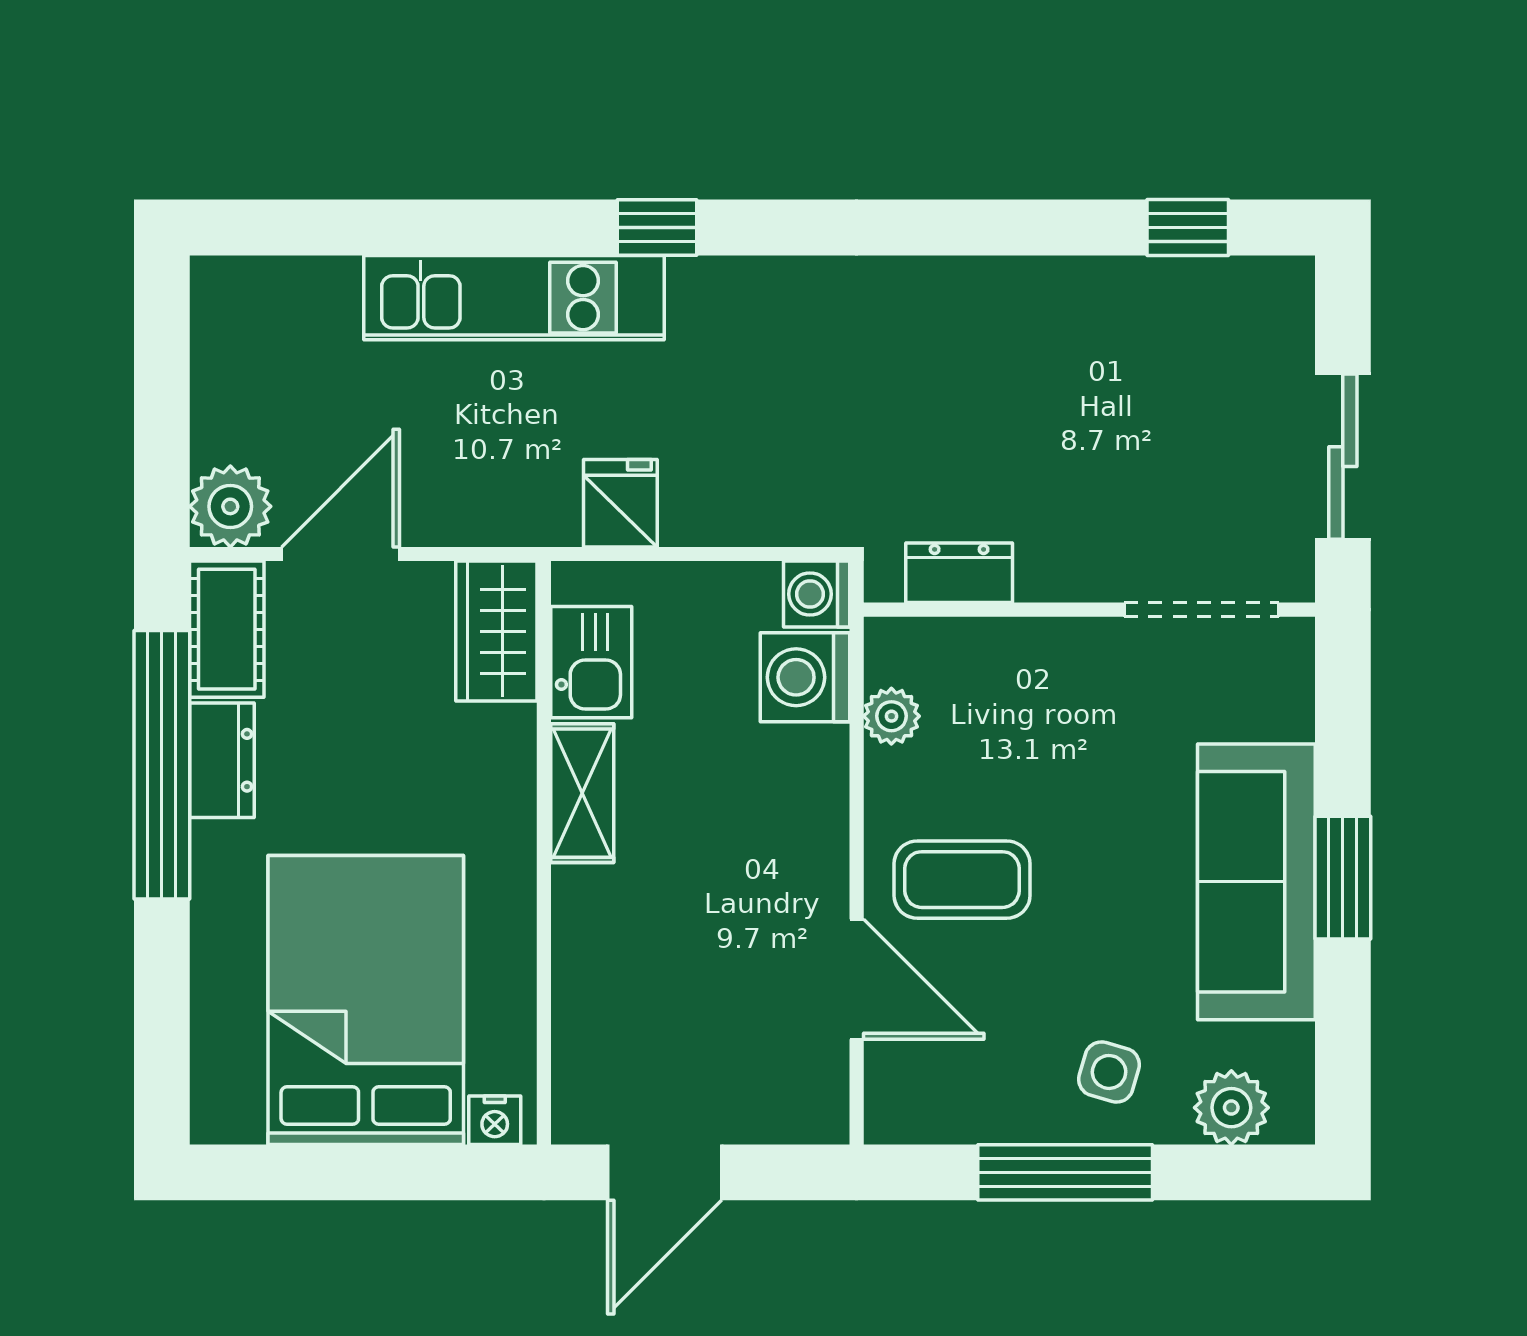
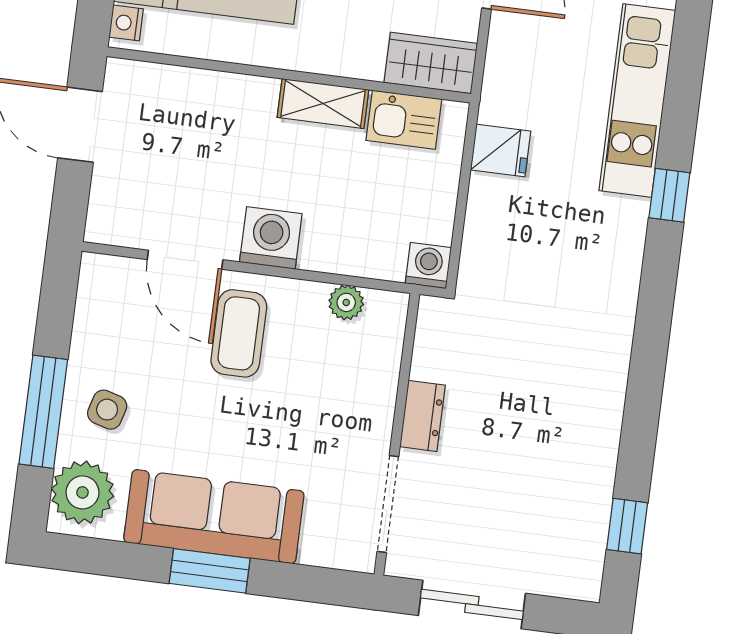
dresser: (959, 573) -> (423, 416), moved
washing machine: (805, 677) -> (271, 238), moved
door: (857, 979) -> (185, 260), hinge flipped
plant: (1231, 1108) -> (82, 492), width x1.36, depth x1.36
window: (1065, 1172) -> (43, 412), moved

